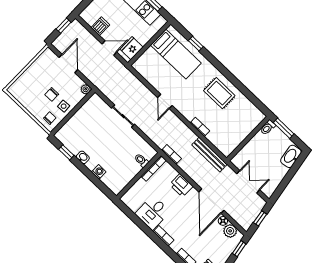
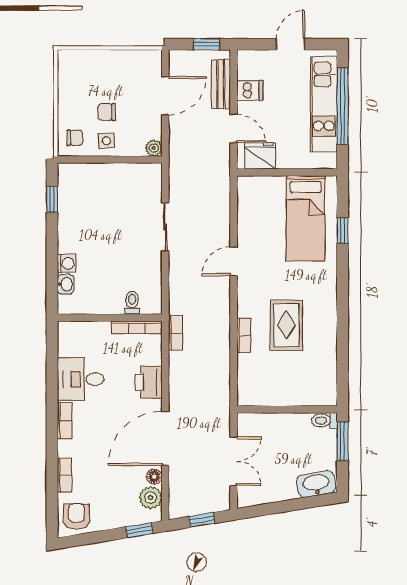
rug: (219, 93) -> (286, 325), moved
bench: (210, 155) -> (221, 84), moved, width x0.73
washbasin: (83, 157) -> (66, 284), moved

